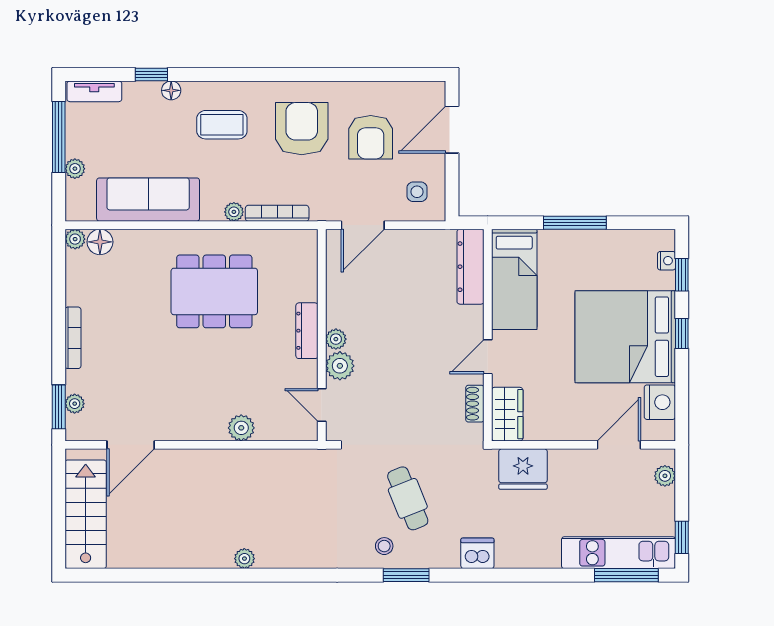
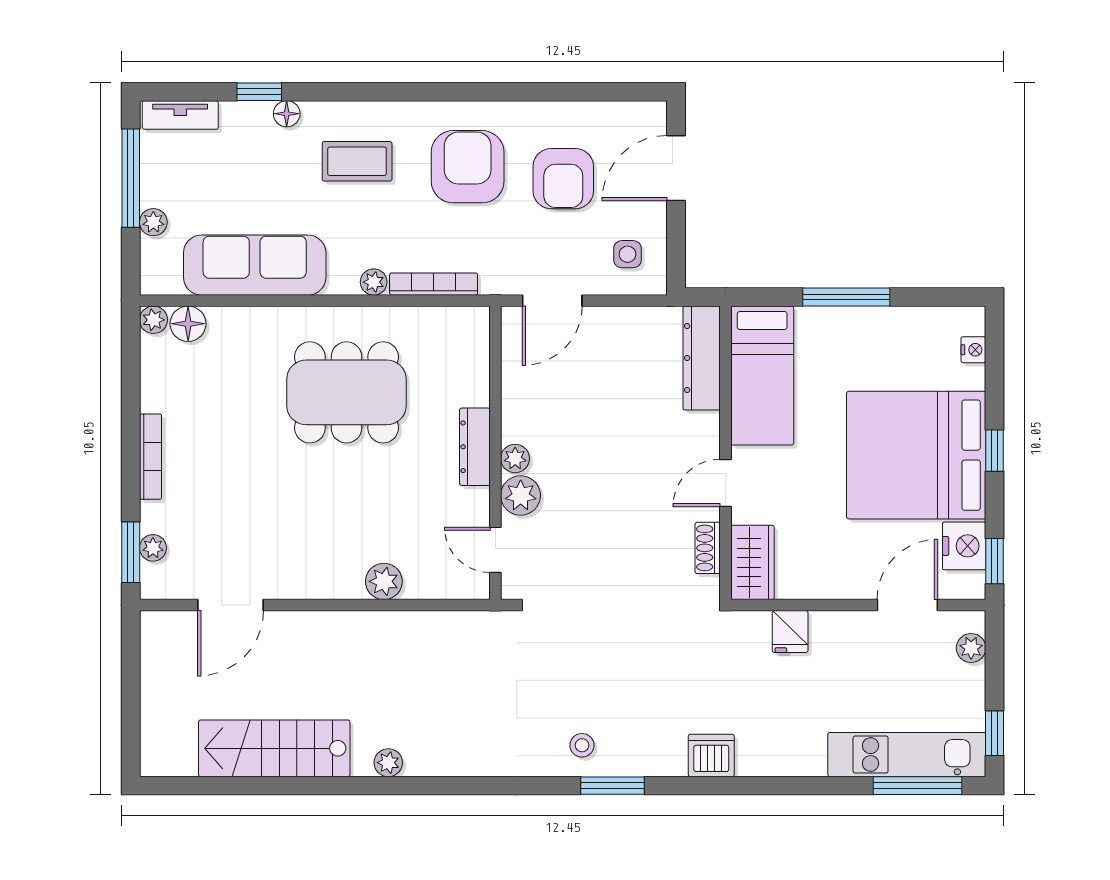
window: (682, 275) -> (995, 561), moved
fridge: (523, 469) -> (790, 631), width x0.53, depth x0.75
cafe table: (408, 498) -> (615, 679), removed
stairs: (86, 514) -> (274, 748), moved, turned -90

